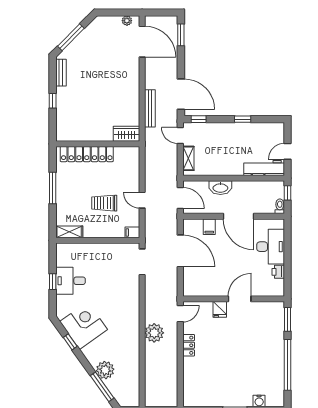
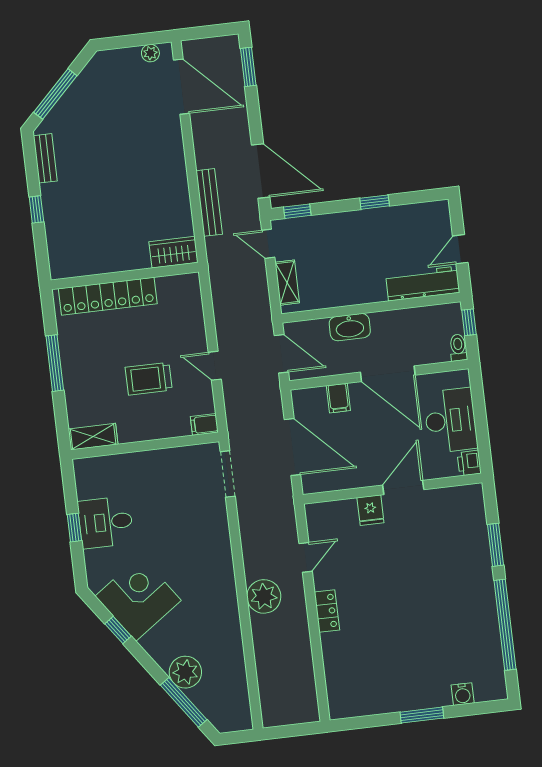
wall: (234, 299) -> (393, 489), moved
door: (240, 299) -> (403, 487), moved
fridge: (220, 309) -> (370, 510), moved

